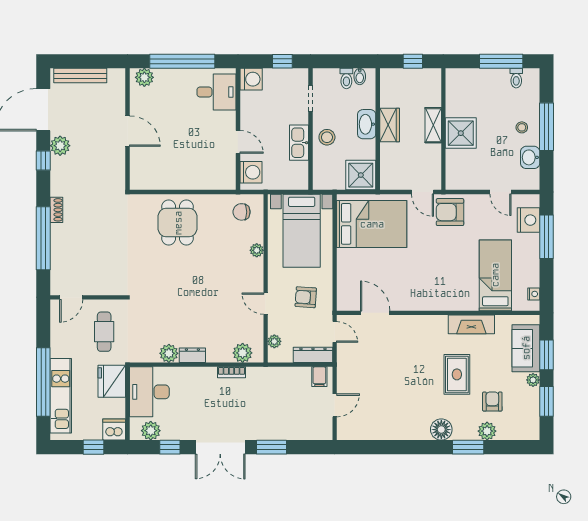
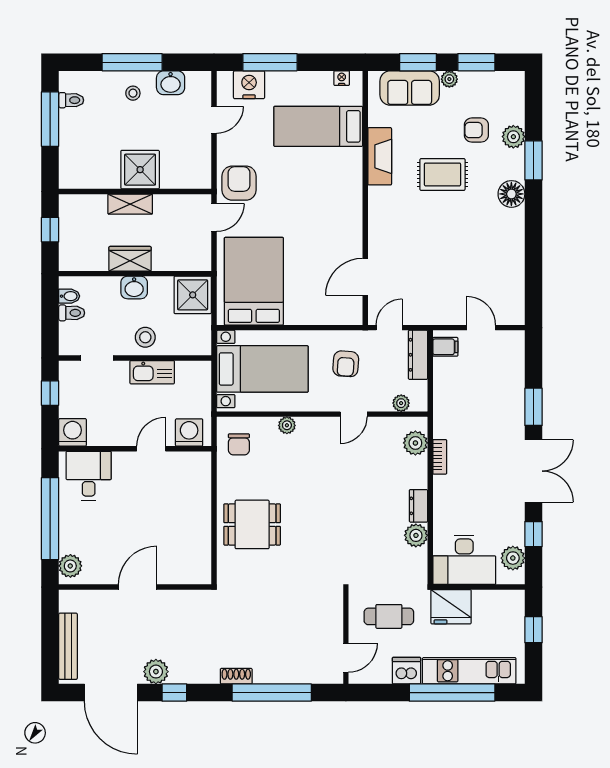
washbasin: (367, 124) -> (134, 287), width x0.72
armchair: (450, 212) -> (239, 183), turned 180
door: (71, 297) -> (346, 658), hinge flipped
dishwasher: (114, 430) -> (406, 671), moved, turned 90

